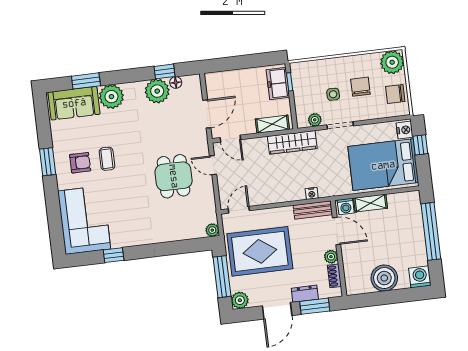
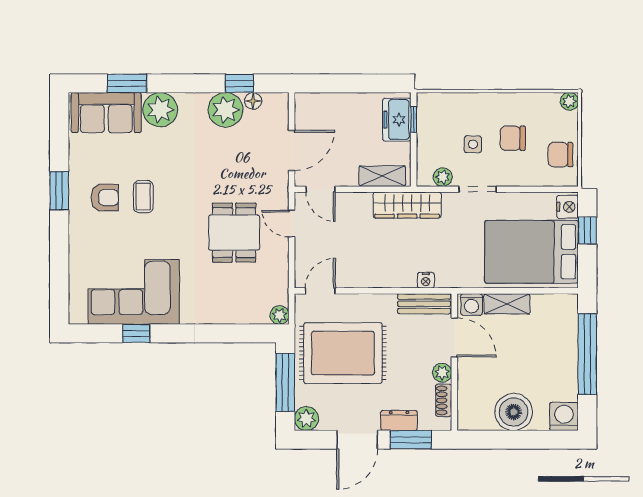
plant: (392, 62) -> (569, 101), width x0.53, depth x0.53
chair: (360, 87) -> (513, 138), turned -90
corner sofa: (84, 220) -> (134, 292), moved, turned -90

